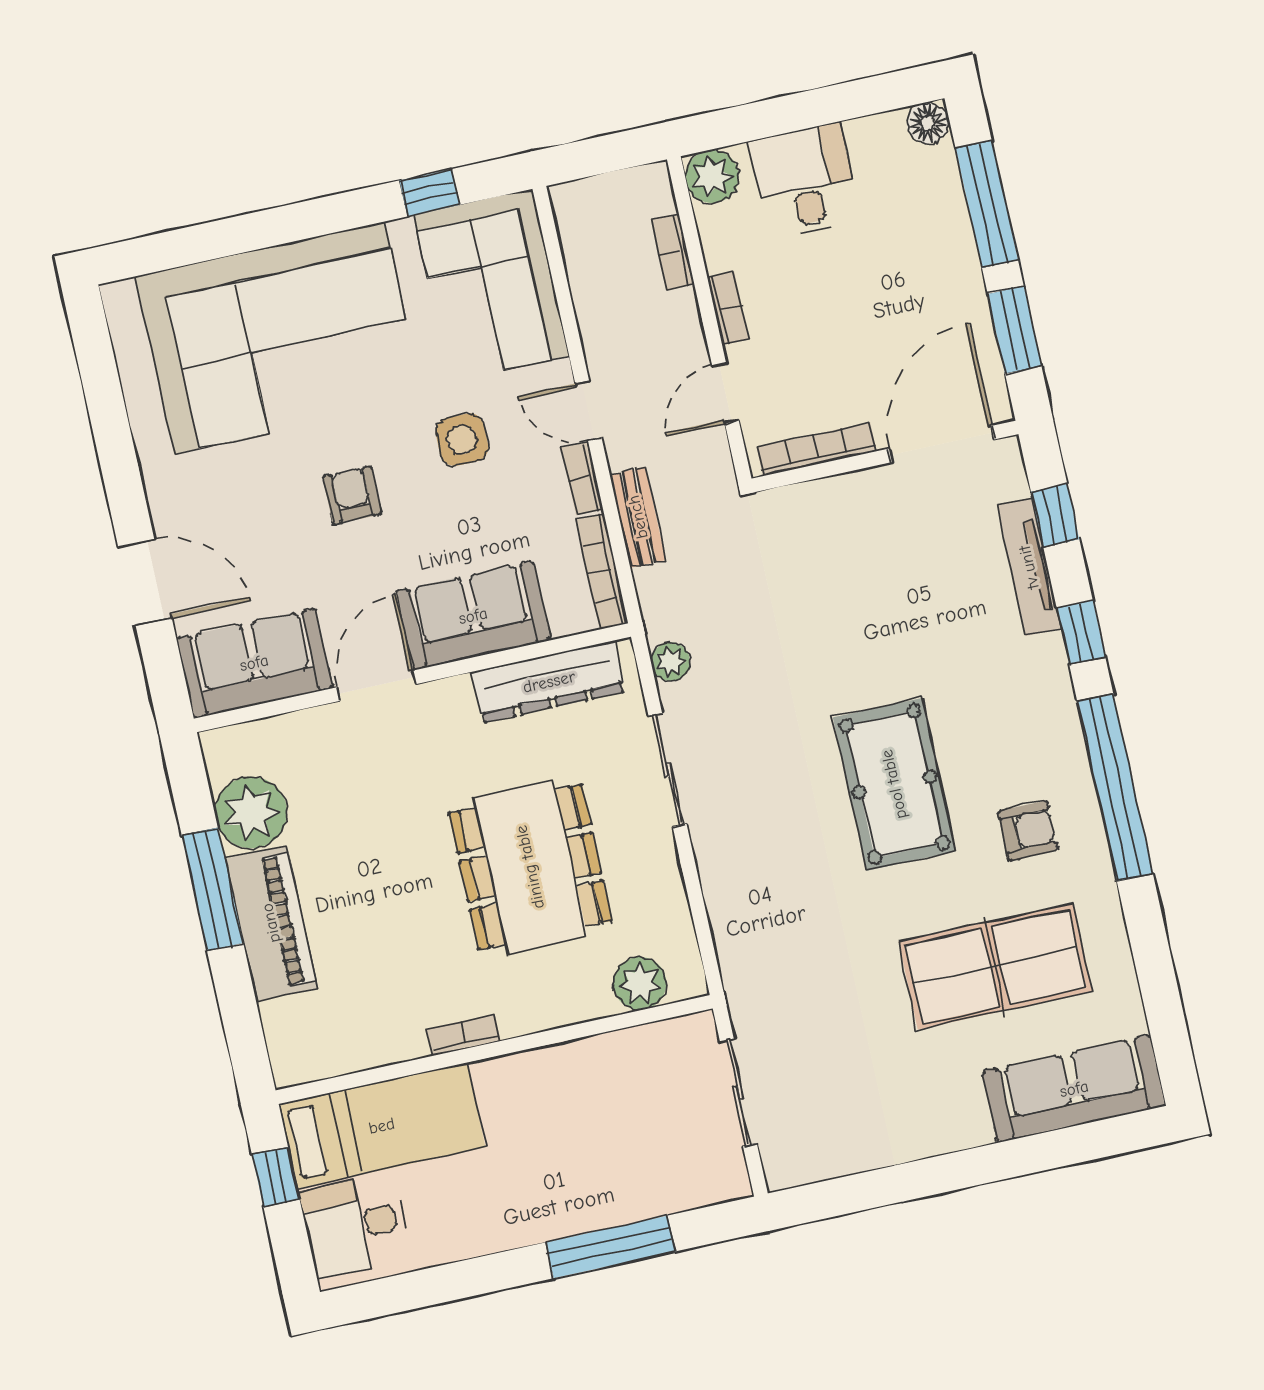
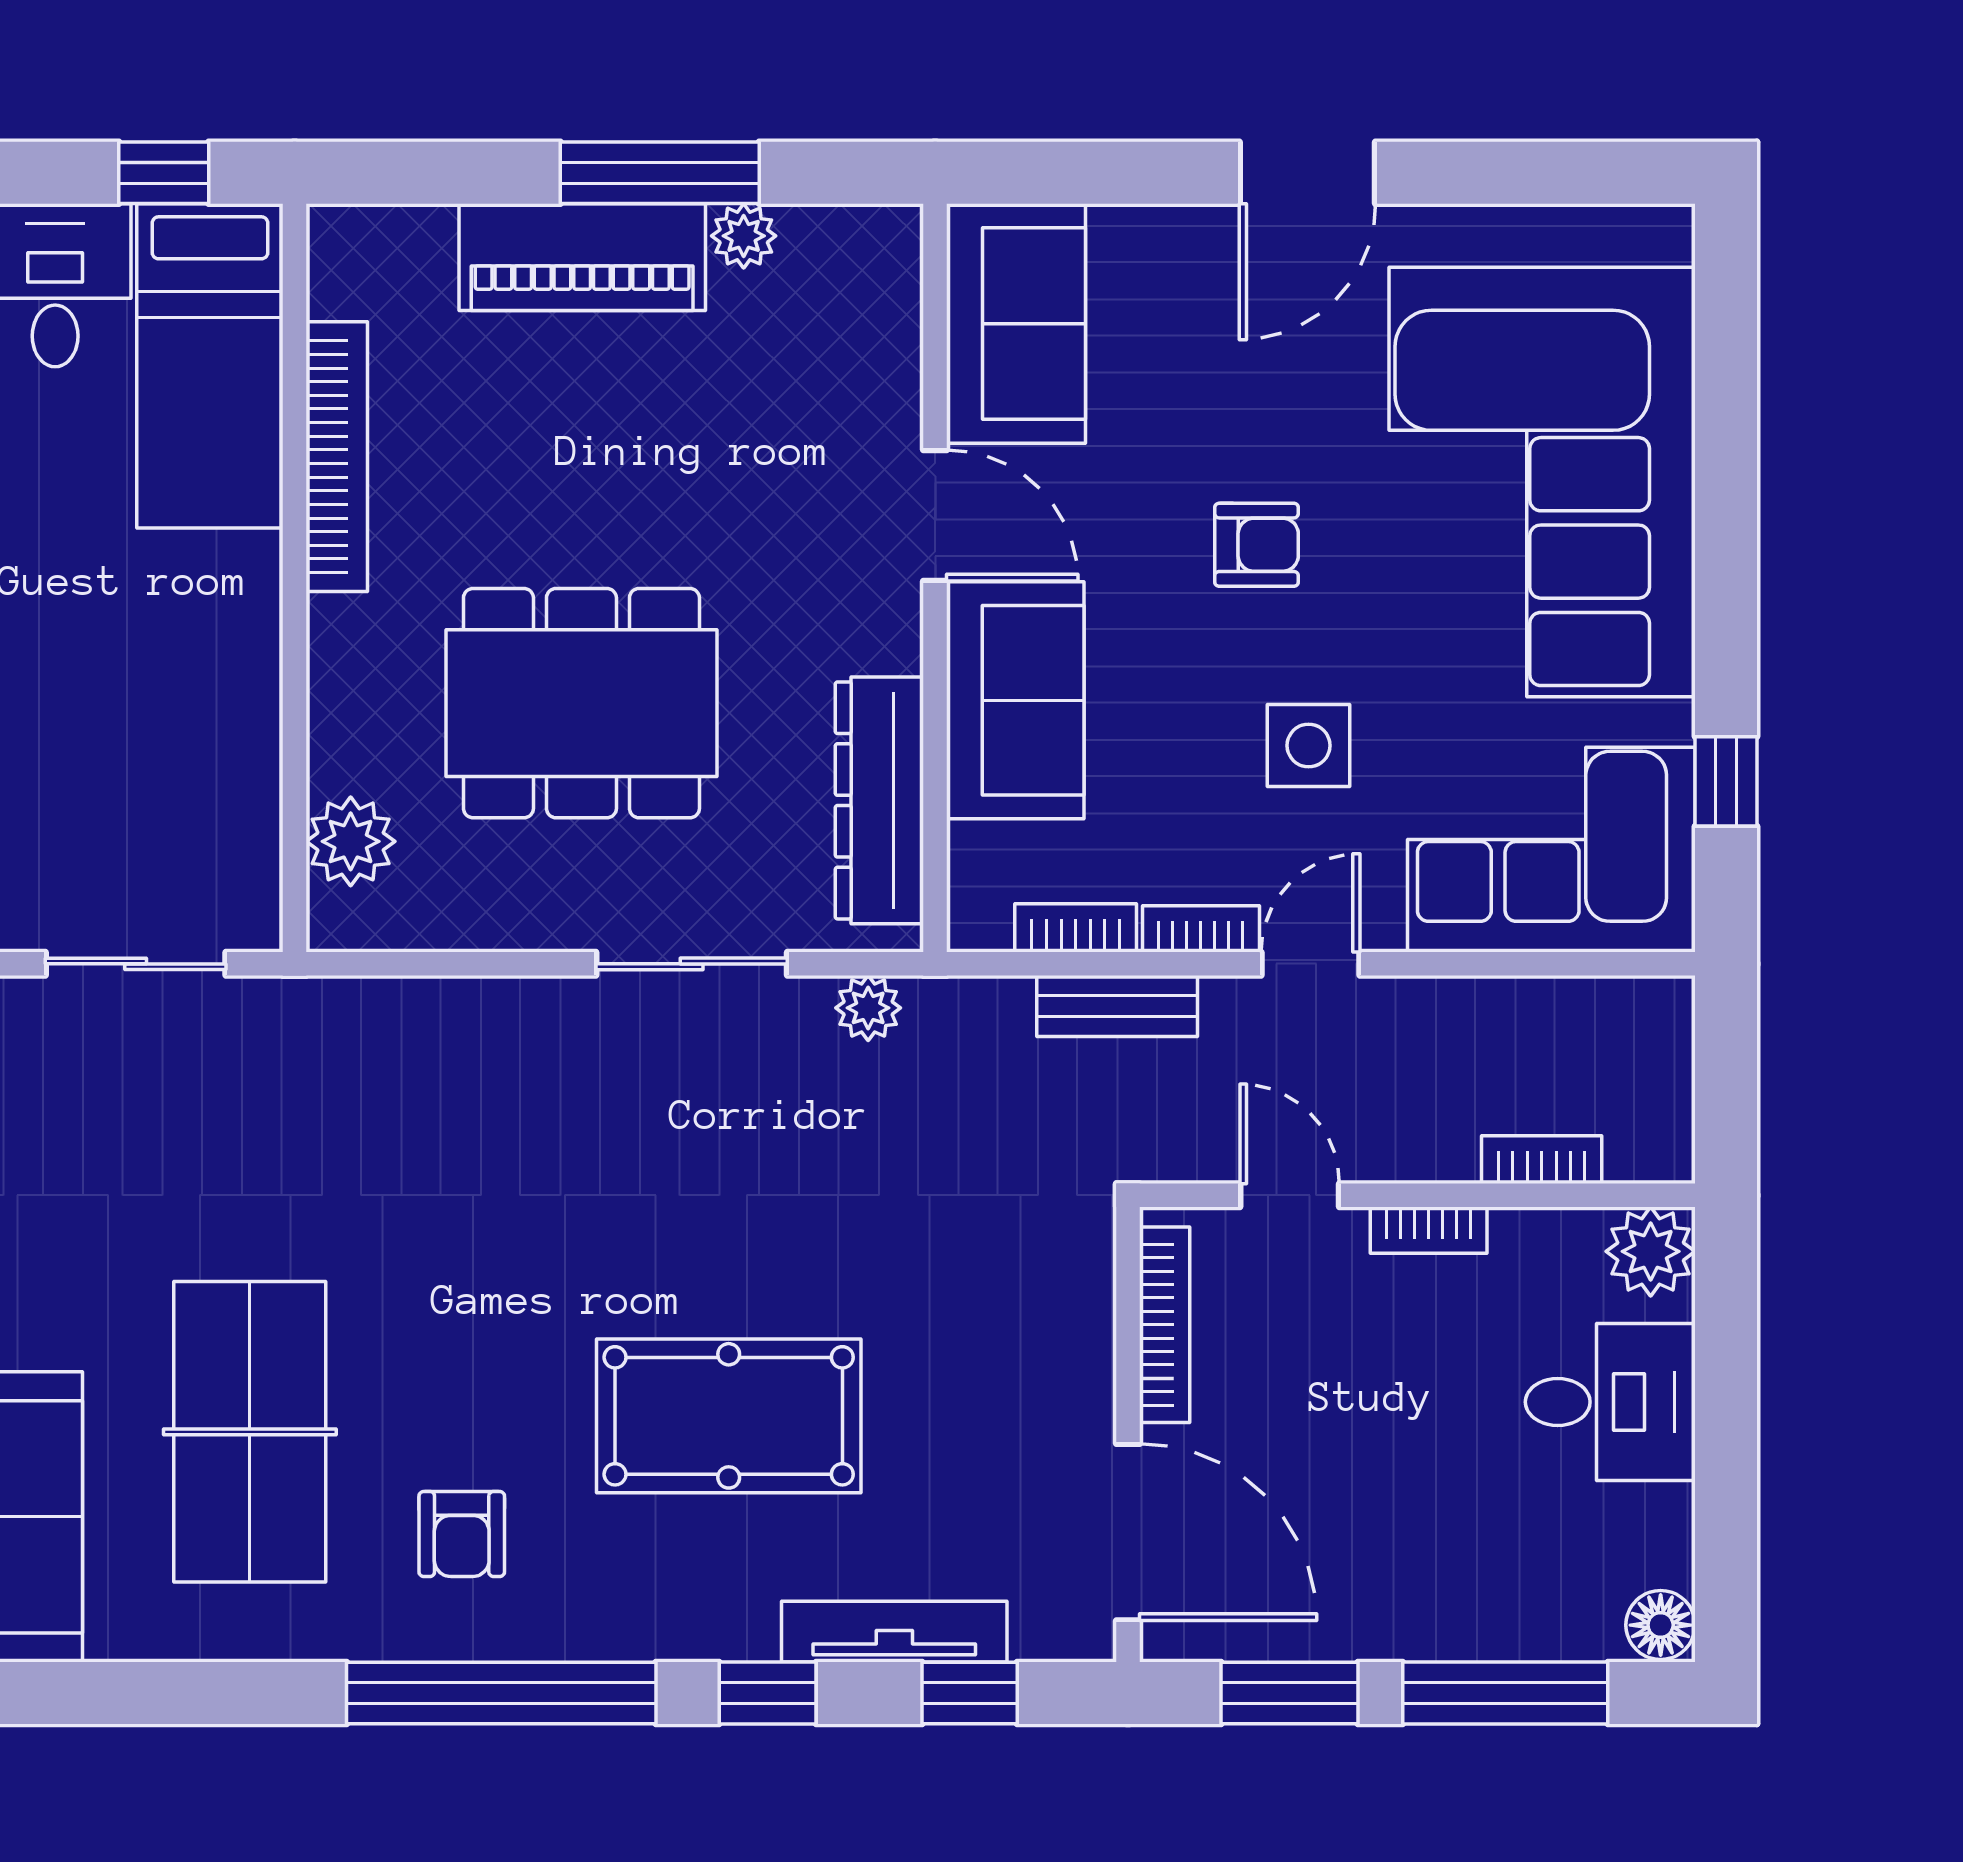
bookcase: (602, 571) -> (1076, 928), width x0.64
door: (145, 583) -> (1307, 173), moved
pool table: (894, 784) -> (729, 1416), moved
plant: (251, 813) -> (744, 236), width x0.53, depth x0.53
bookcase: (464, 1035) -> (337, 457), width x2.31, depth x1.31

